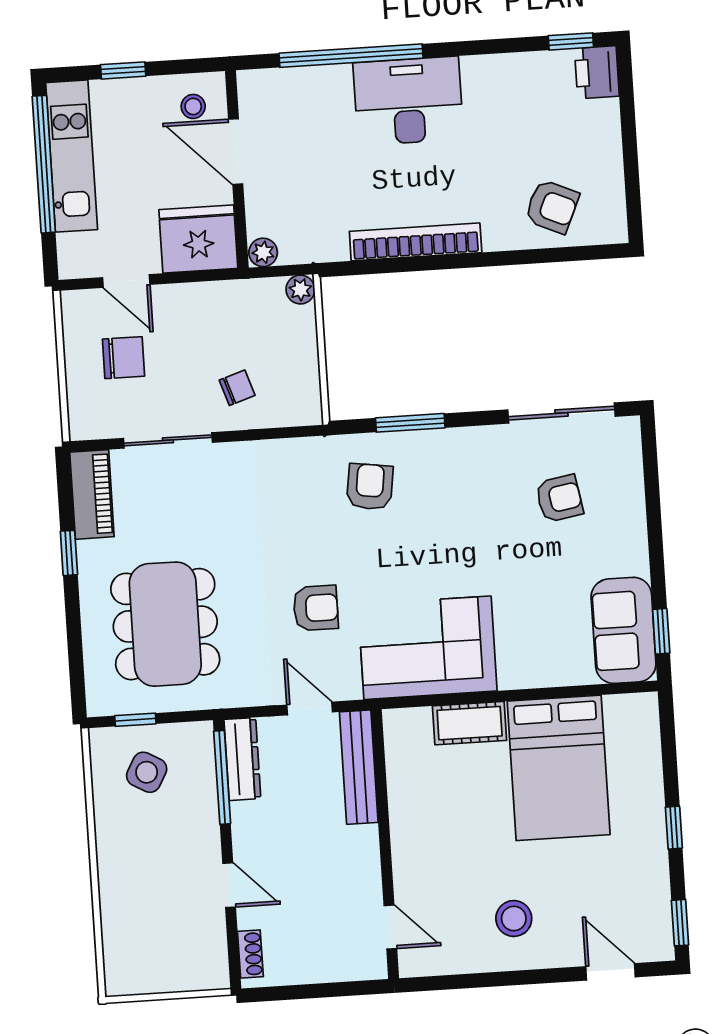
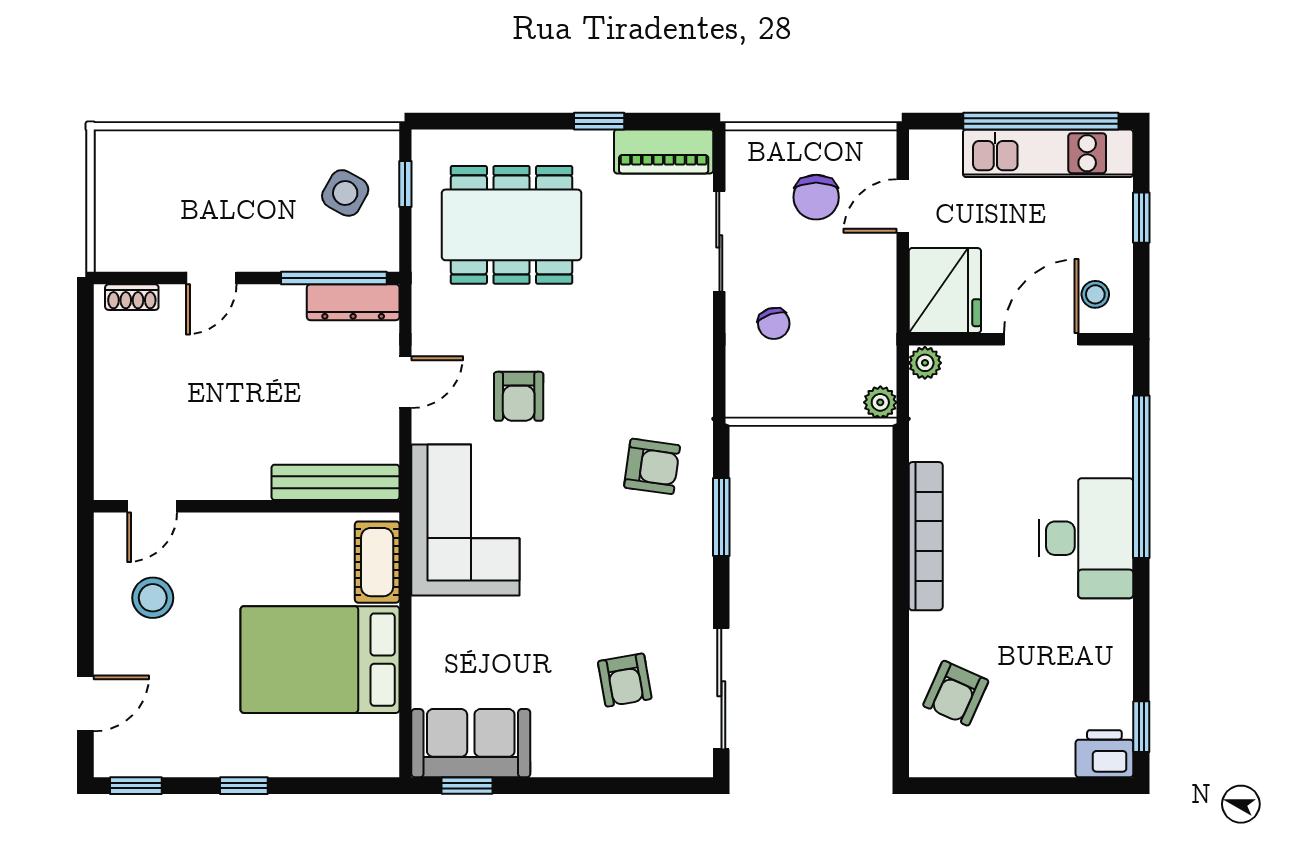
bench: (359, 767) -> (335, 482), moved
wall: (385, 844) -> (246, 506), moved
door: (390, 927) -> (152, 506), moved

